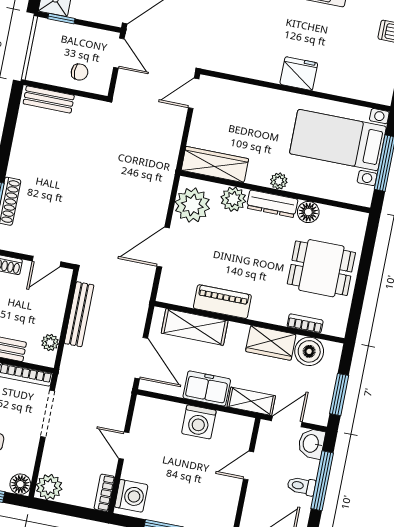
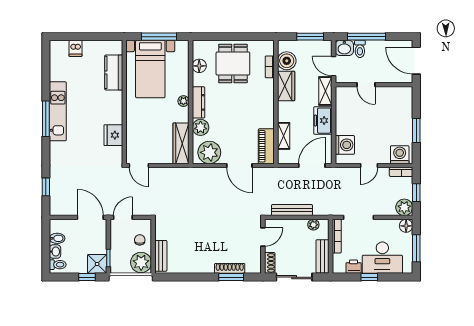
plant: (44, 67) -> (141, 263), added
fridge: (299, 74) -> (113, 135), moved
kitchen counter: (344, 83) -> (114, 72), added
floor lamp: (308, 212) -> (199, 66), moved
door: (47, 261) -> (263, 237), hinge flipped
piano: (222, 302) -> (266, 146), moved
shelving: (195, 327) -> (284, 136), width x0.67, depth x0.75
washing machine: (199, 422) -> (345, 145), moved
toilet: (301, 486) -> (360, 49), moved
window: (68, 510) -> (416, 193), added

